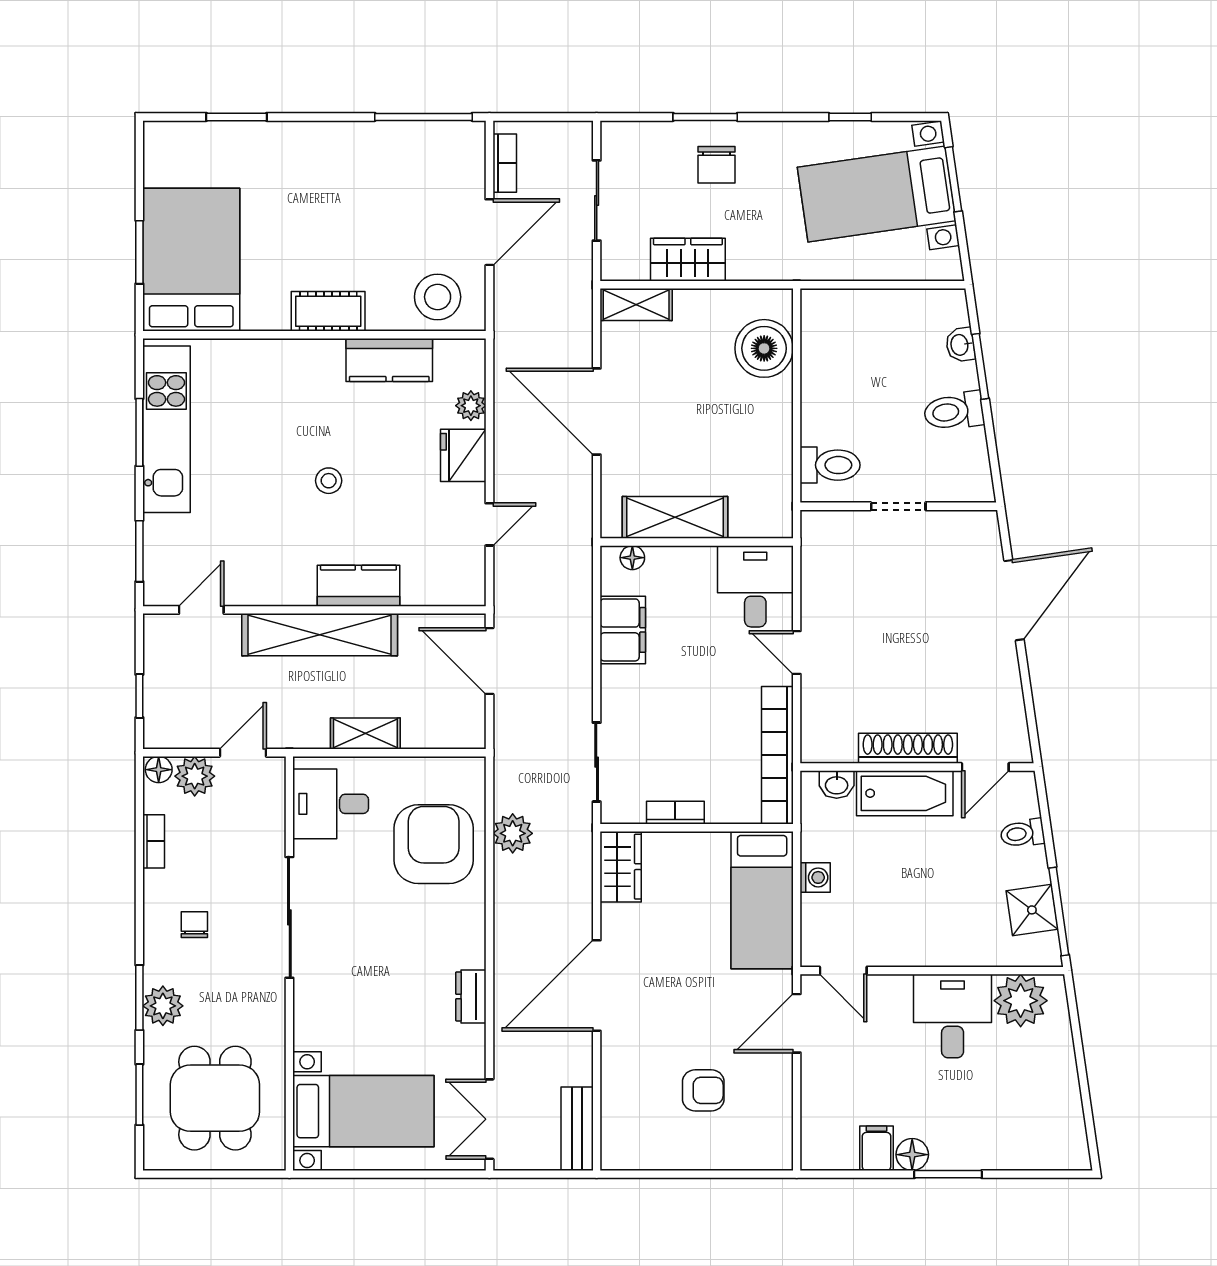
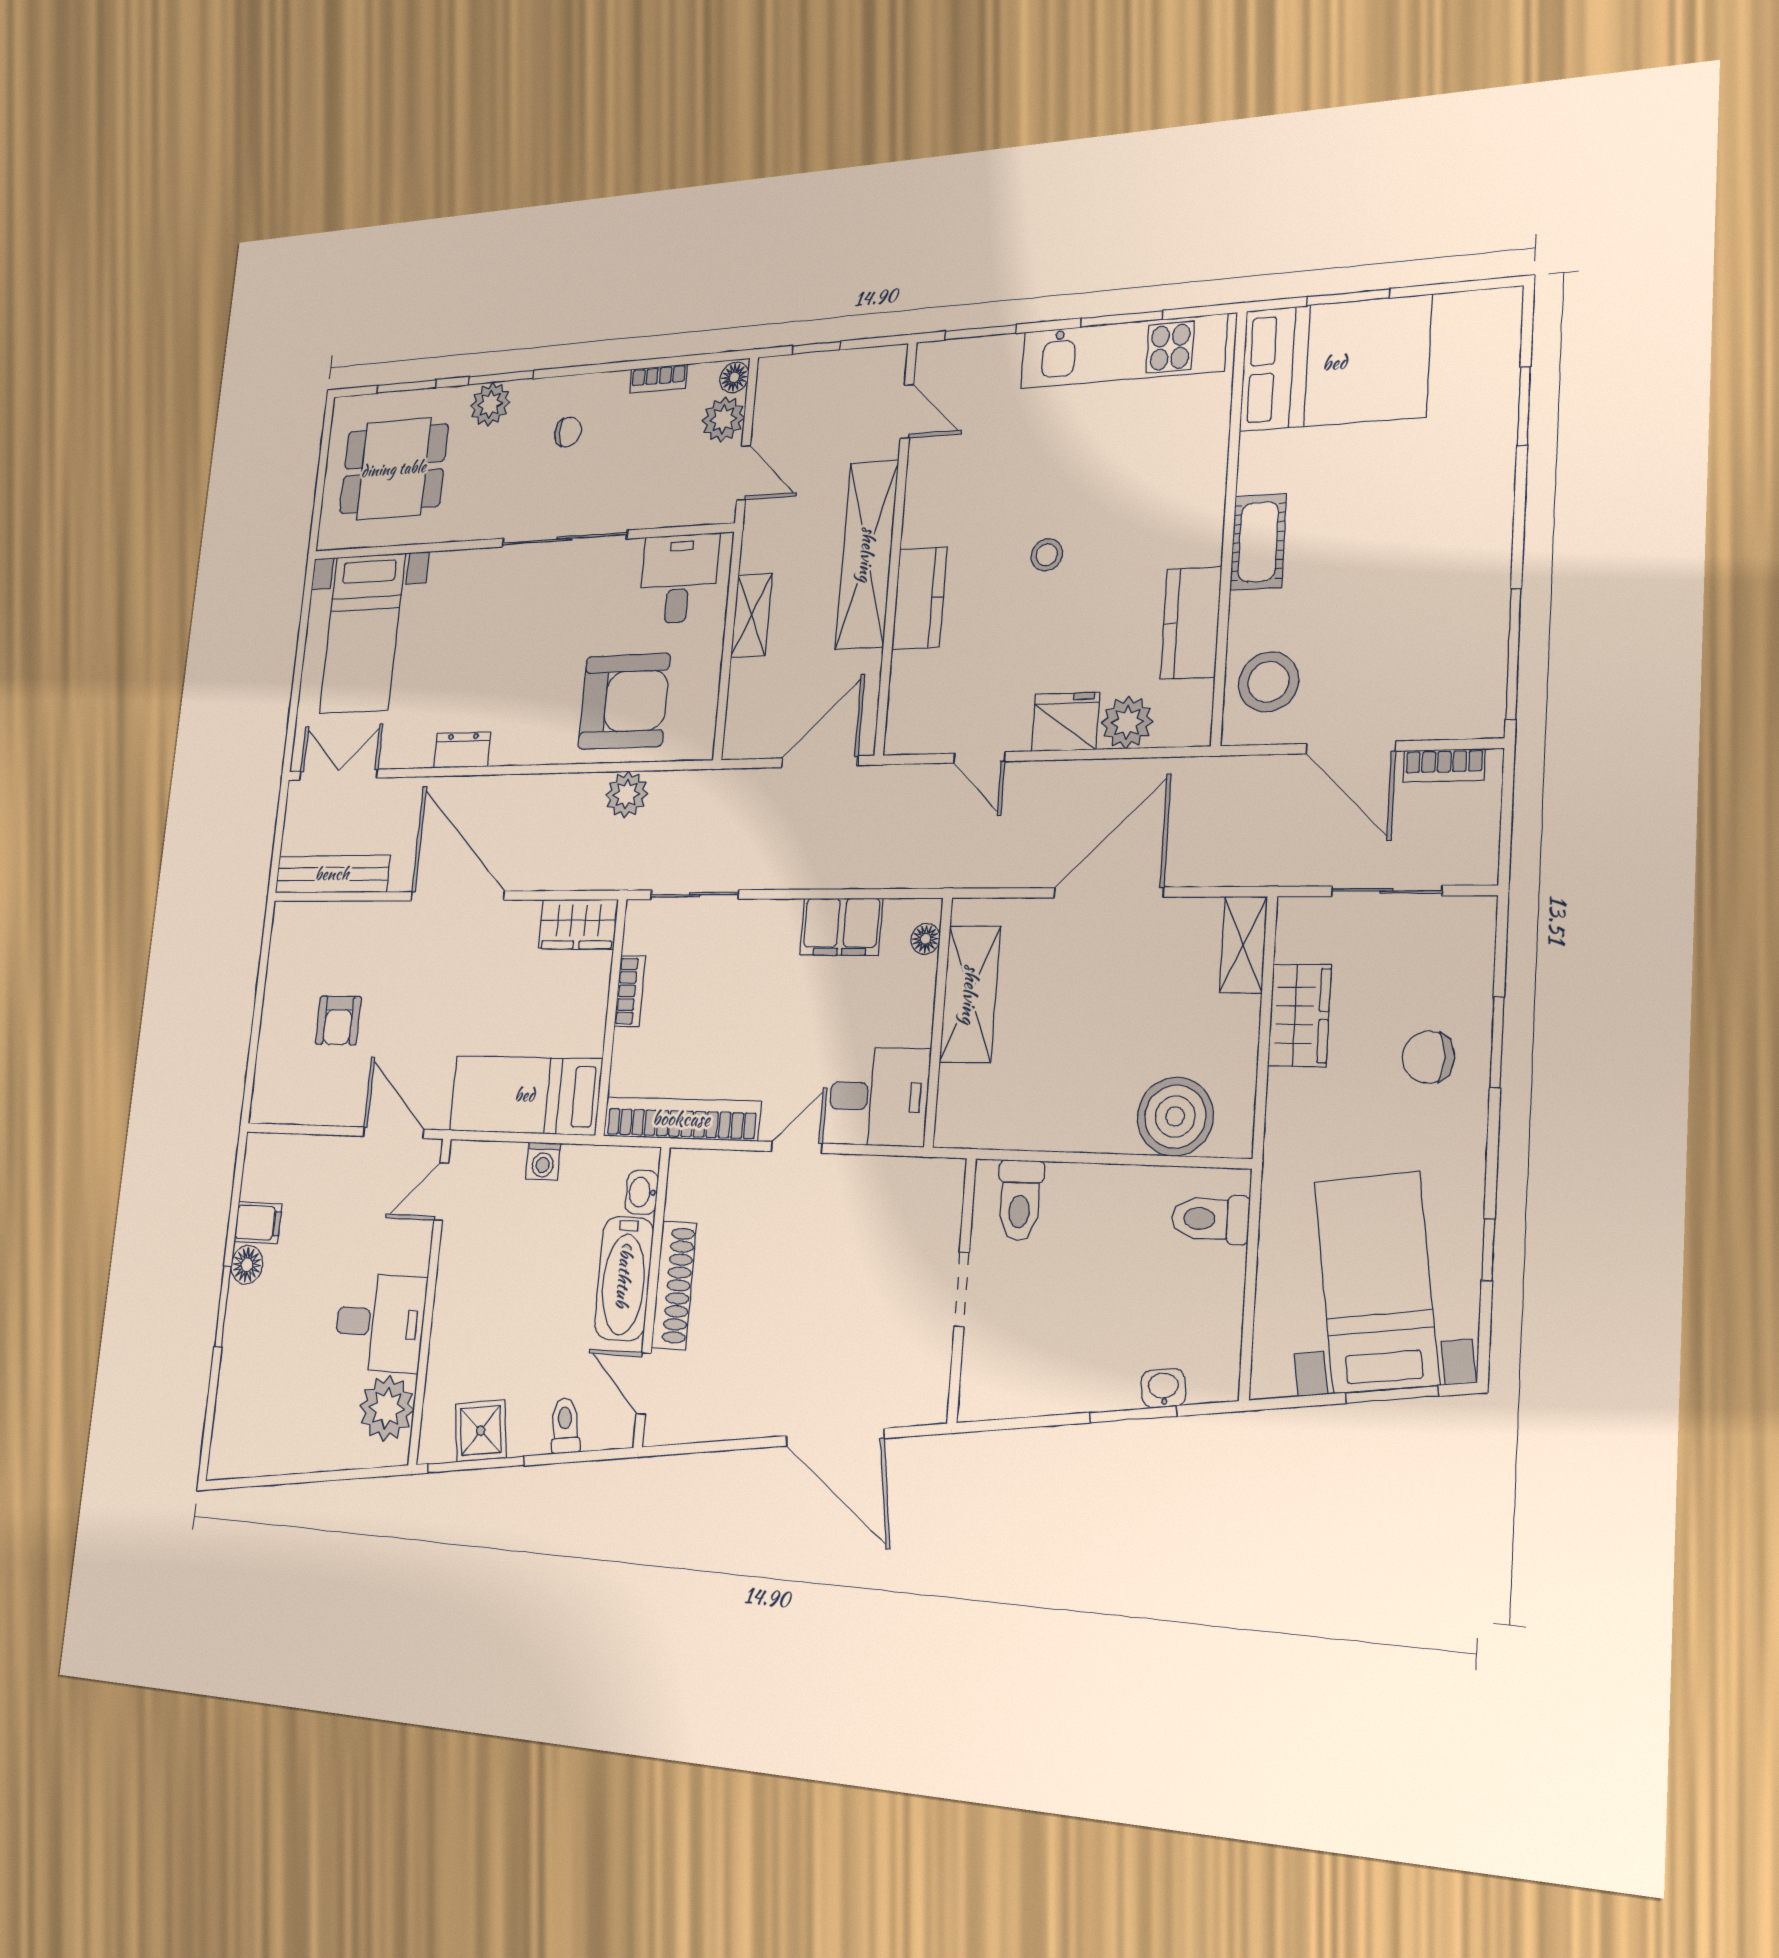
plant: (471, 406) -> (1127, 722), width x1.38, depth x1.38
toilet: (954, 411) -> (1210, 1219), moved, turned -82
bench: (577, 1129) -> (332, 874), width x1.36

